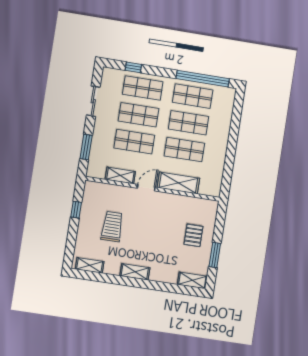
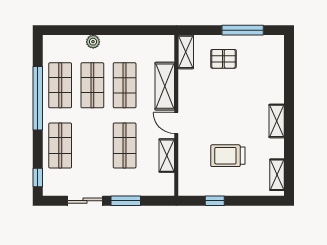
window: (133, 67) -> (38, 178), moved
window: (203, 79) -> (38, 98), moved
shop shelf: (138, 115) -> (92, 146), removed
plant: (224, 129) -> (93, 42), added
window: (86, 147) -> (126, 201), moved
window: (215, 255) -> (243, 30), width x1.44
shelving: (192, 280) -> (186, 52), moved

